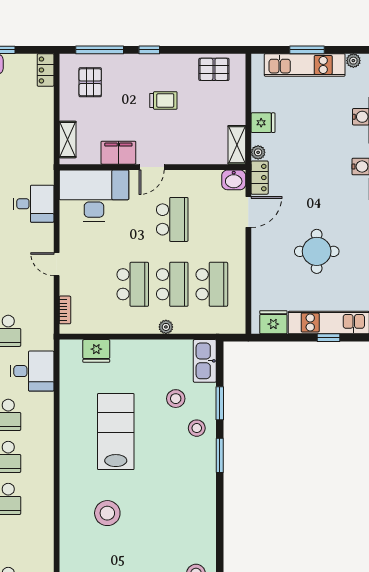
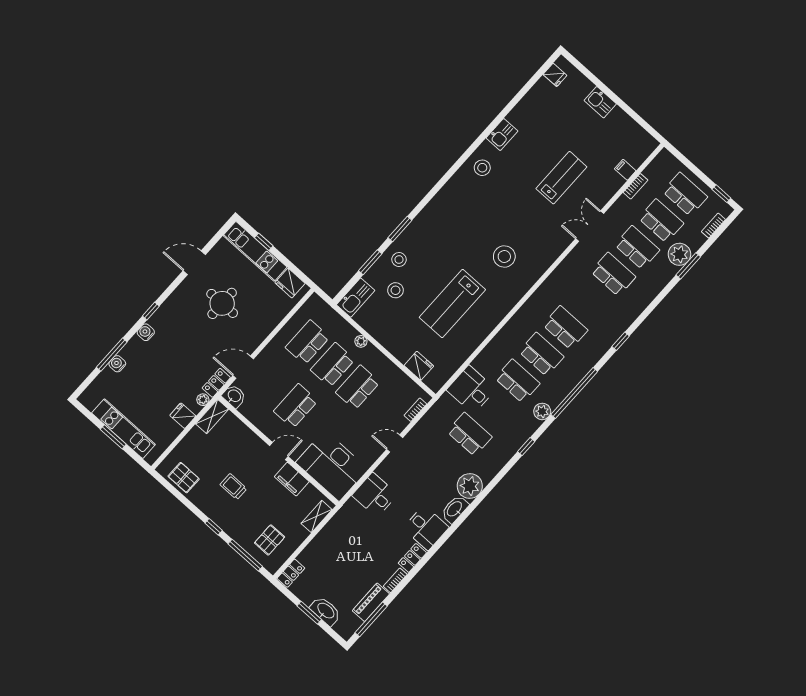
plant: (353, 61) -> (90, 404), removed
door: (57, 264) -> (395, 444), swing flipped

